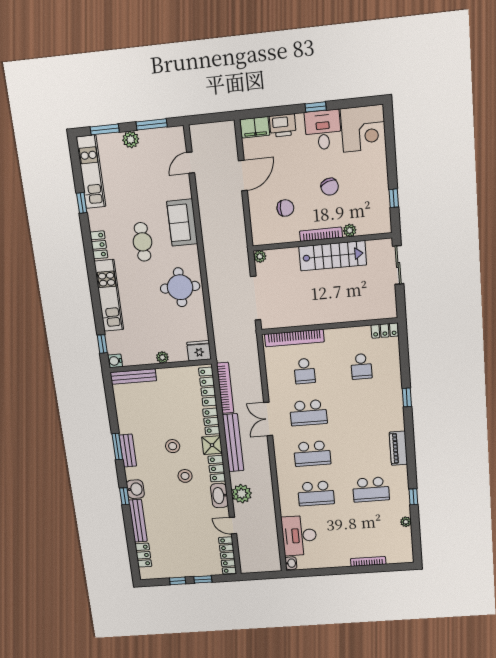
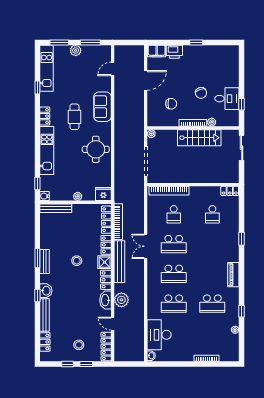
corner desk: (363, 128) -> (225, 59), removed
desk: (323, 130) -> (227, 99), moved, turned 90
stool: (185, 476) -> (79, 345), moved

